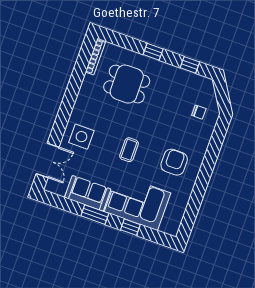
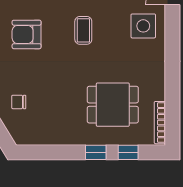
window: (190, 65) -> (128, 152), moved
armchair: (174, 162) -> (27, 34), turned 90

